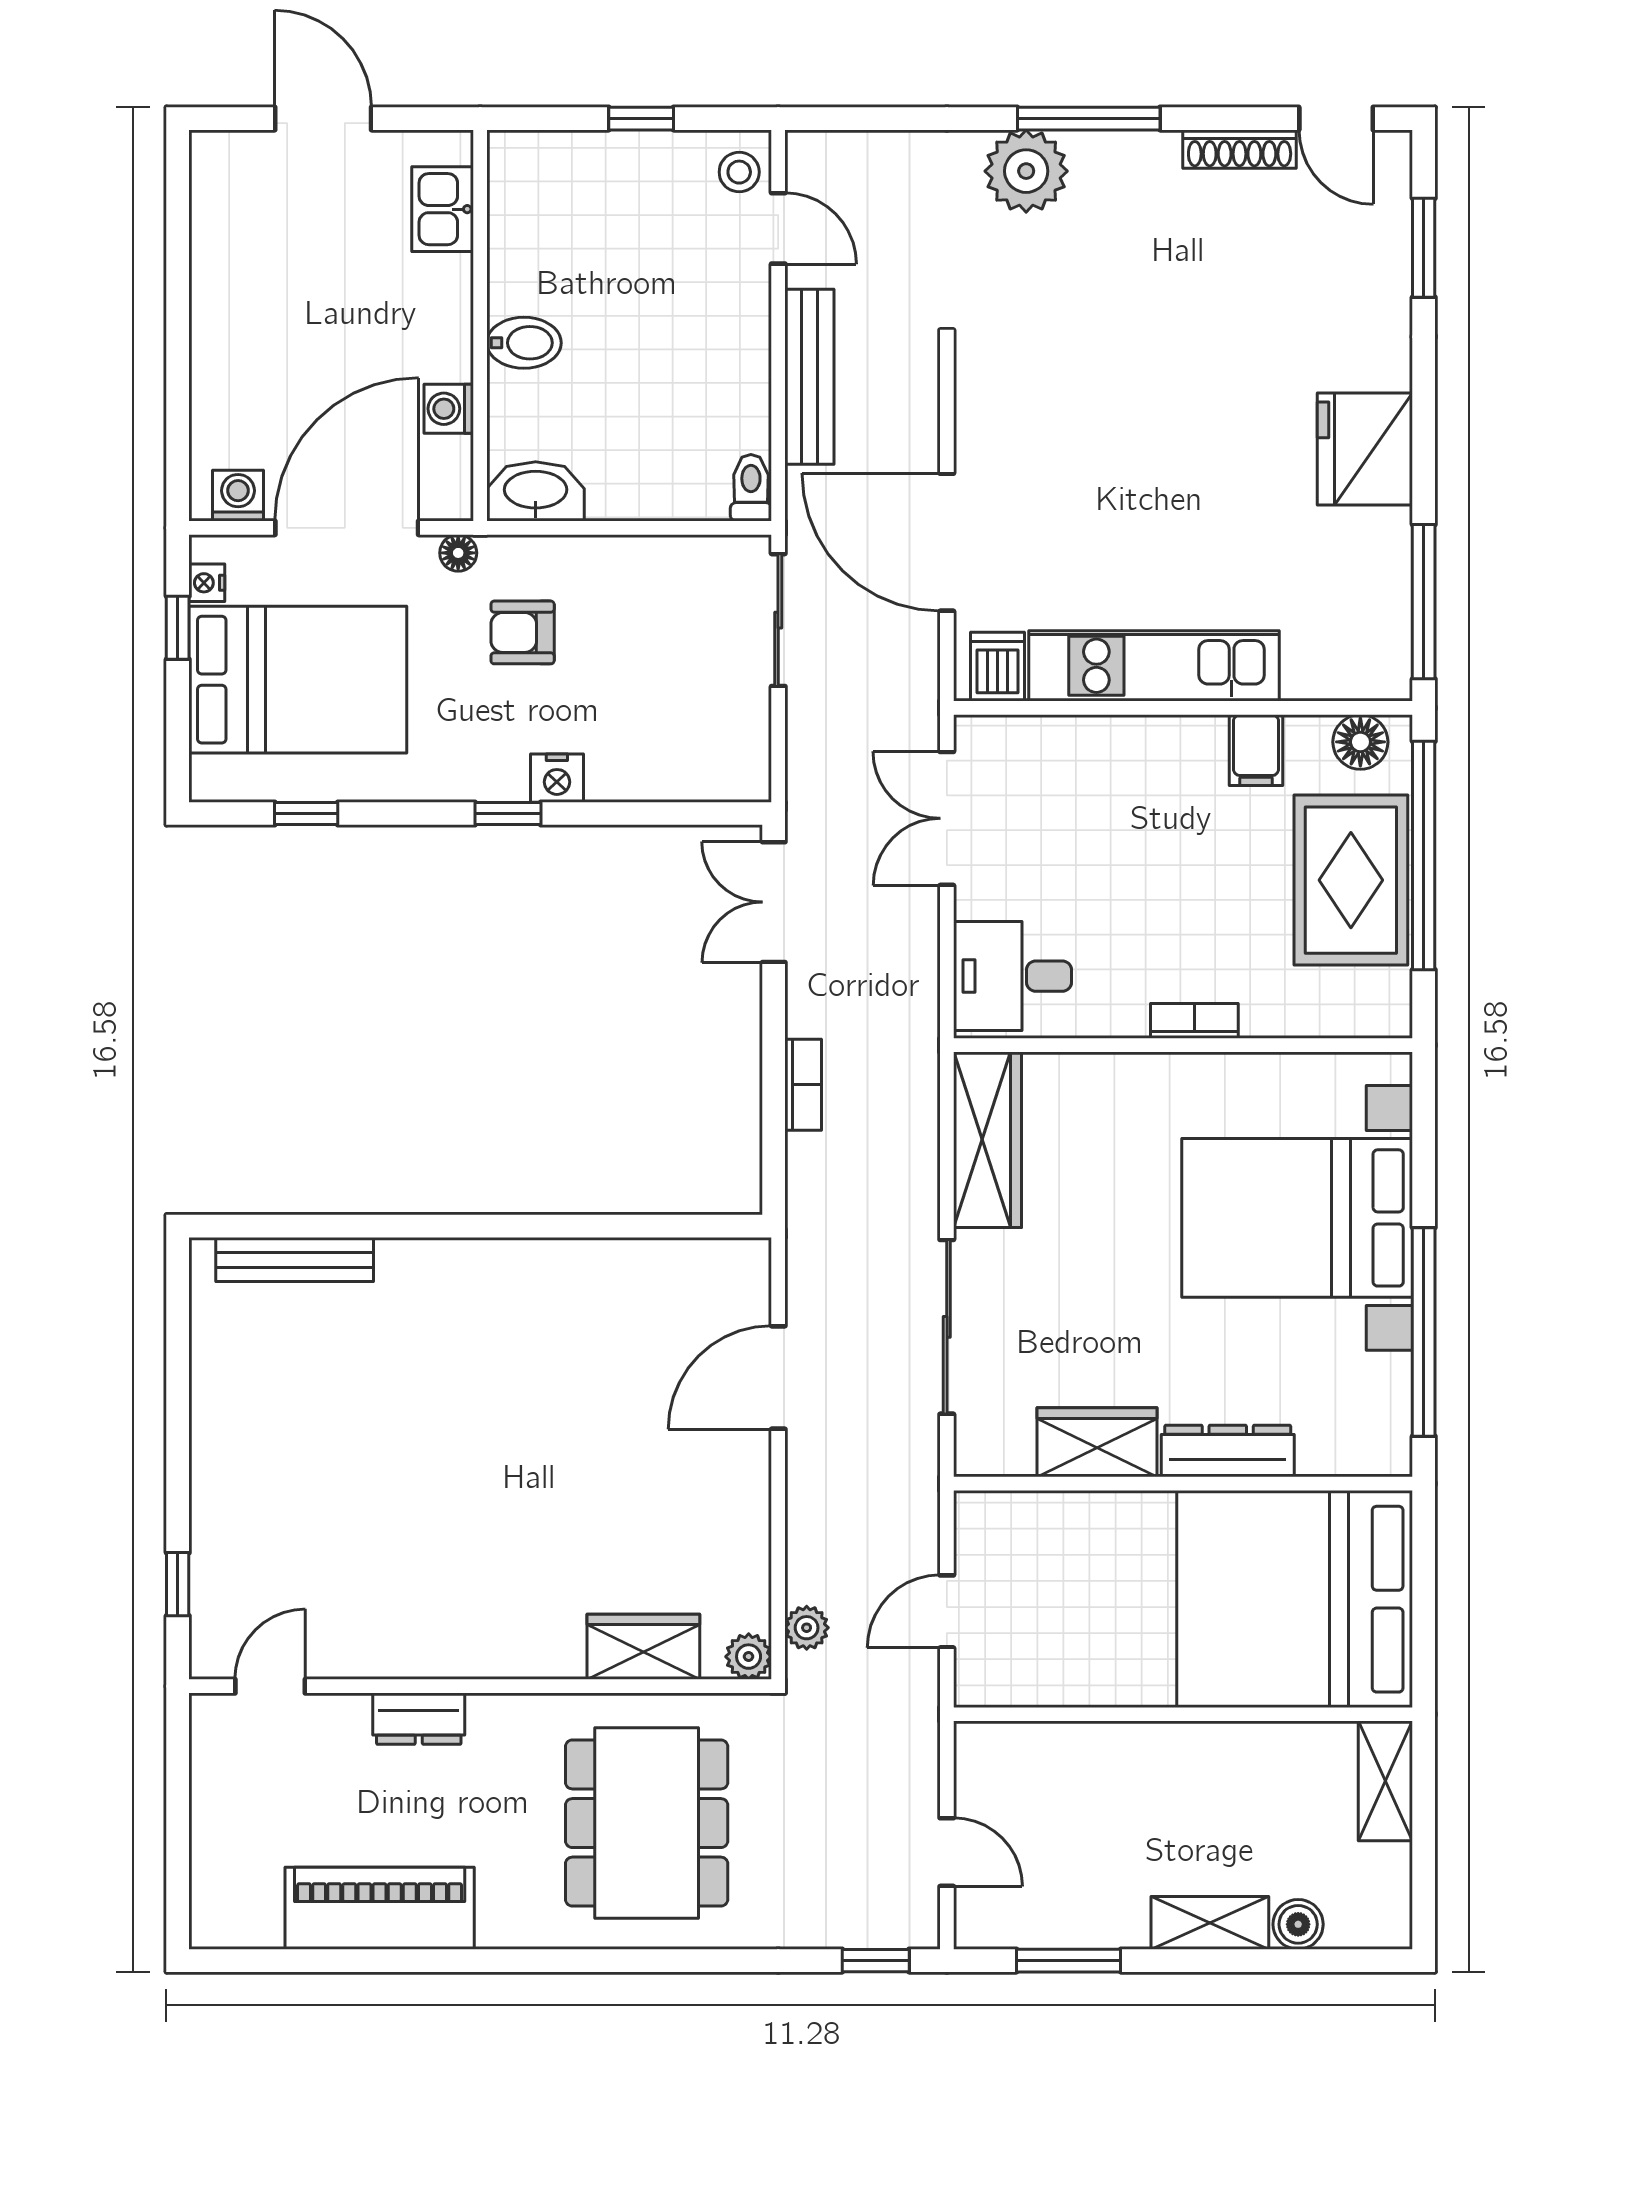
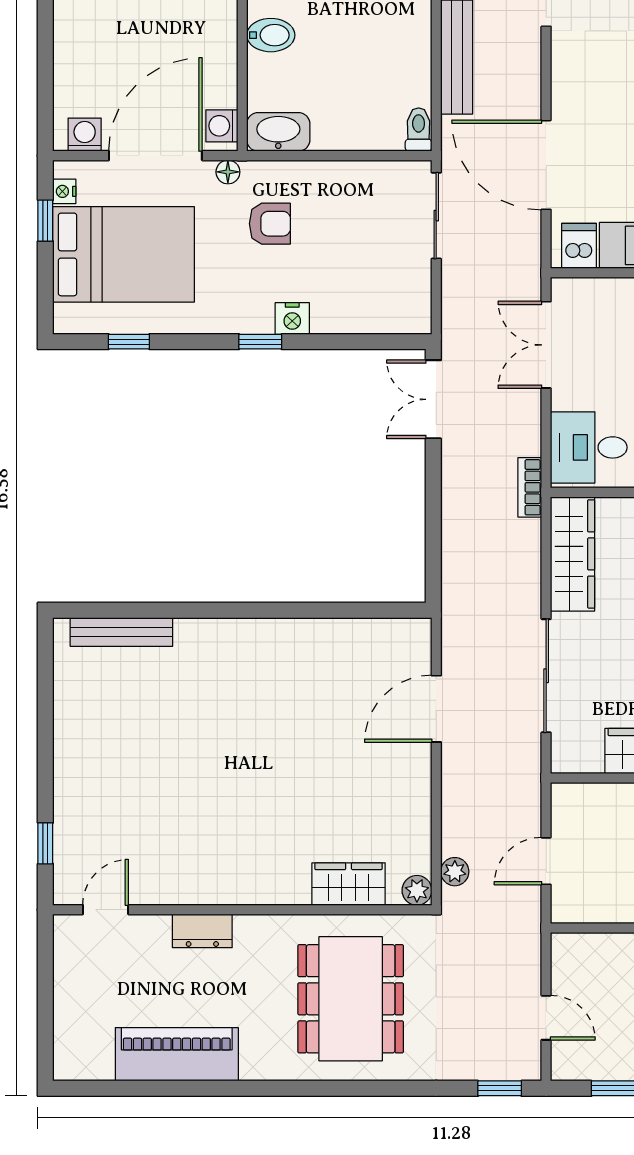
washing machine: (449, 409) -> (222, 126), moved
armchair: (523, 632) -> (270, 224), turned 180
bookcase: (803, 1085) -> (530, 487), moved, turned 180

